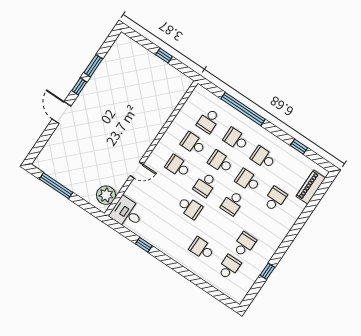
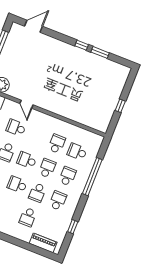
door: (62, 113) -> (33, 26), moved
school desk: (178, 166) -> (16, 128), moved, turned -90
school desk: (248, 180) -> (37, 193), turned 180
school desk: (275, 199) -> (28, 217), turned 90

